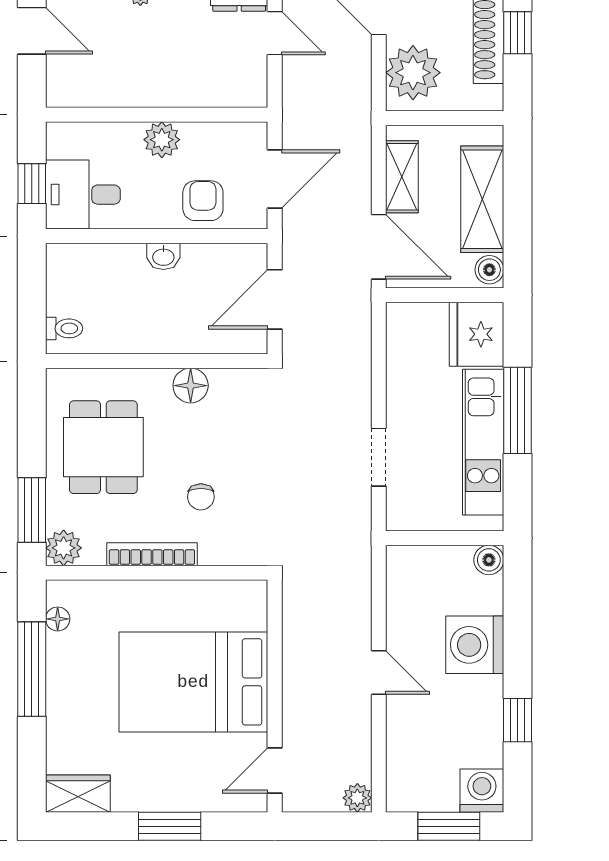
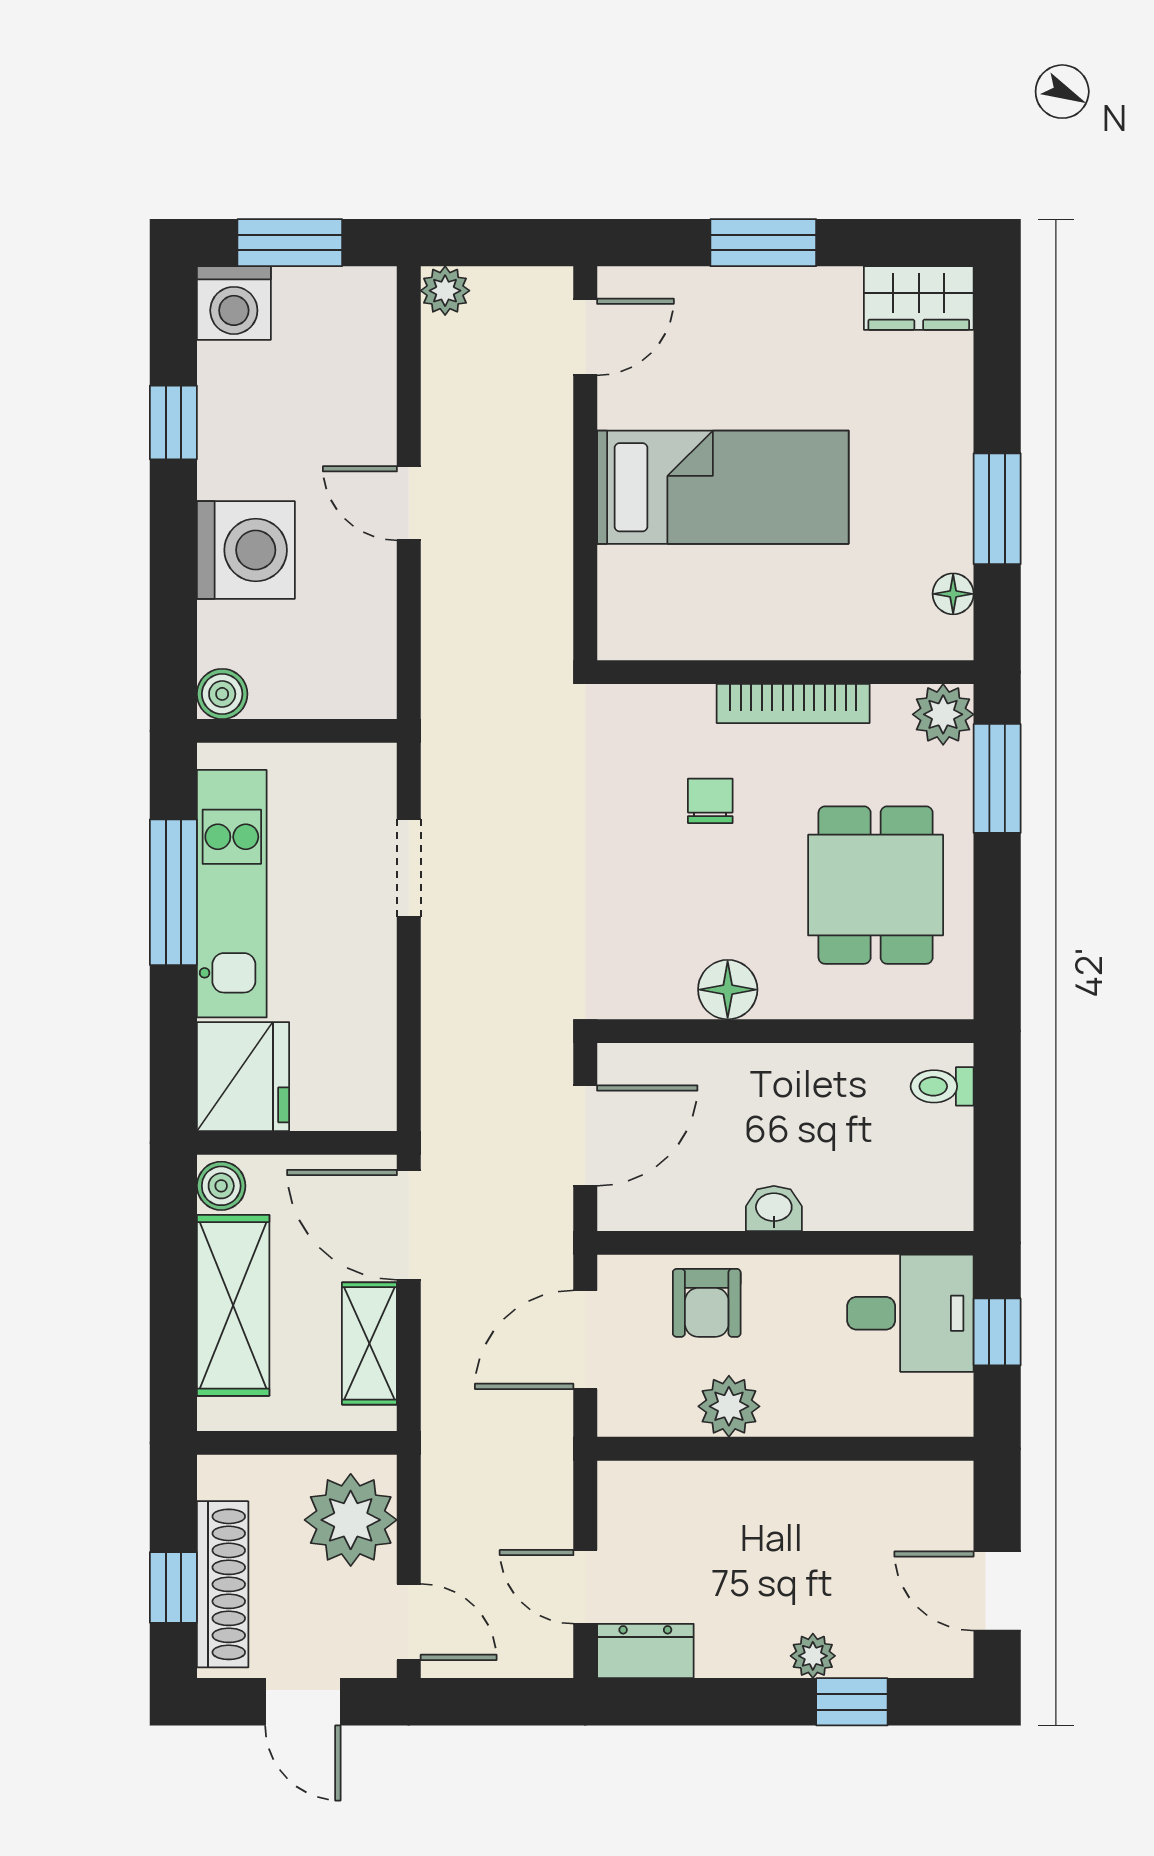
plant: (162, 140) -> (729, 1406), moved
window: (518, 410) -> (173, 892), moved
window: (32, 669) -> (997, 509), width x0.69
bed: (193, 682) -> (723, 487), width x0.67

